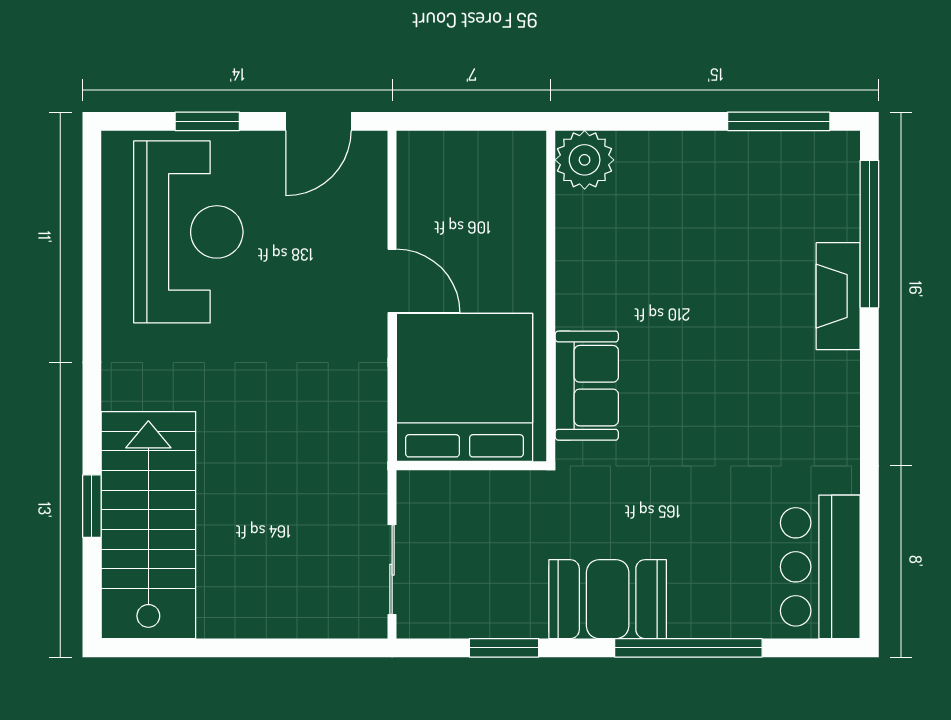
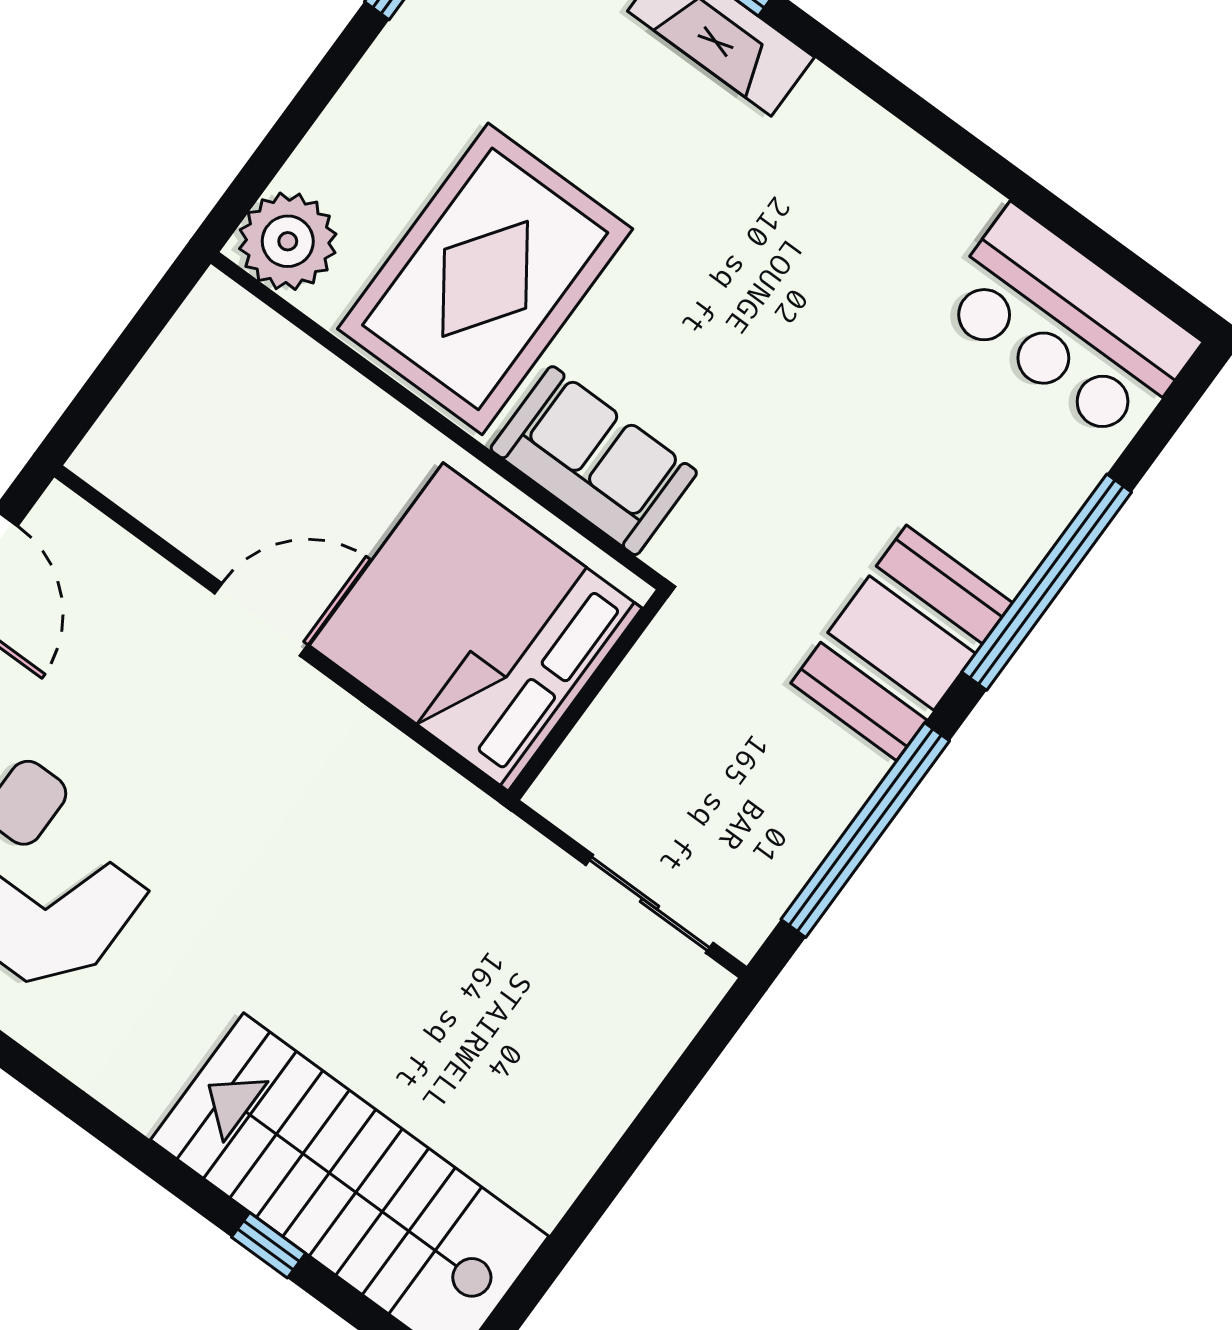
rug: (636, 269) -> (485, 279), added
window: (92, 506) -> (268, 1245), width x0.67
window: (504, 648) -> (865, 830), width x2.11

